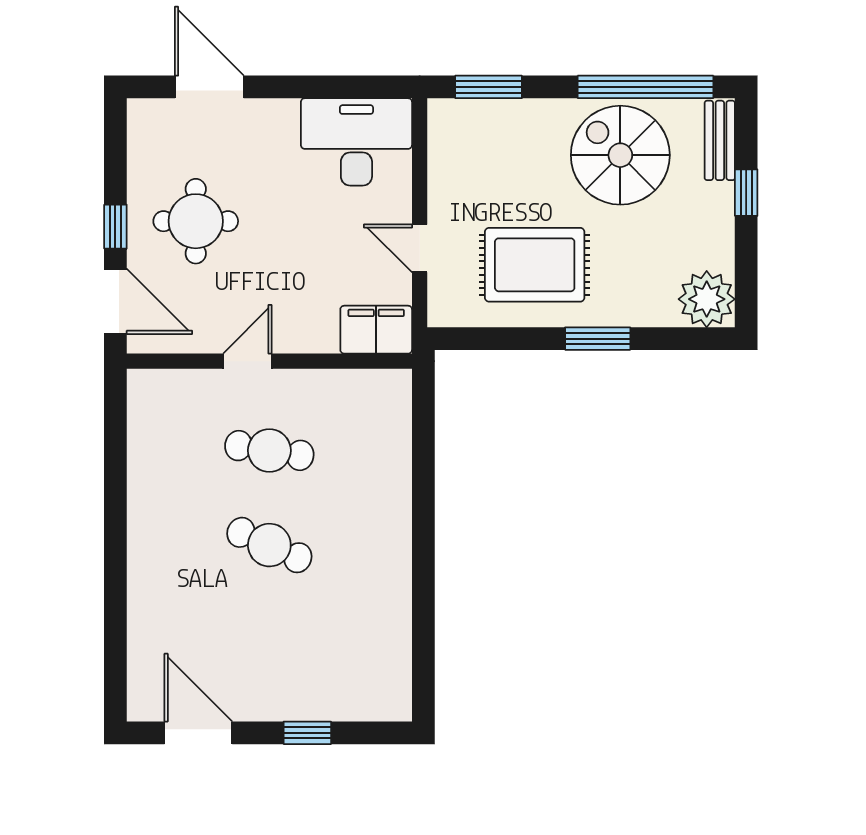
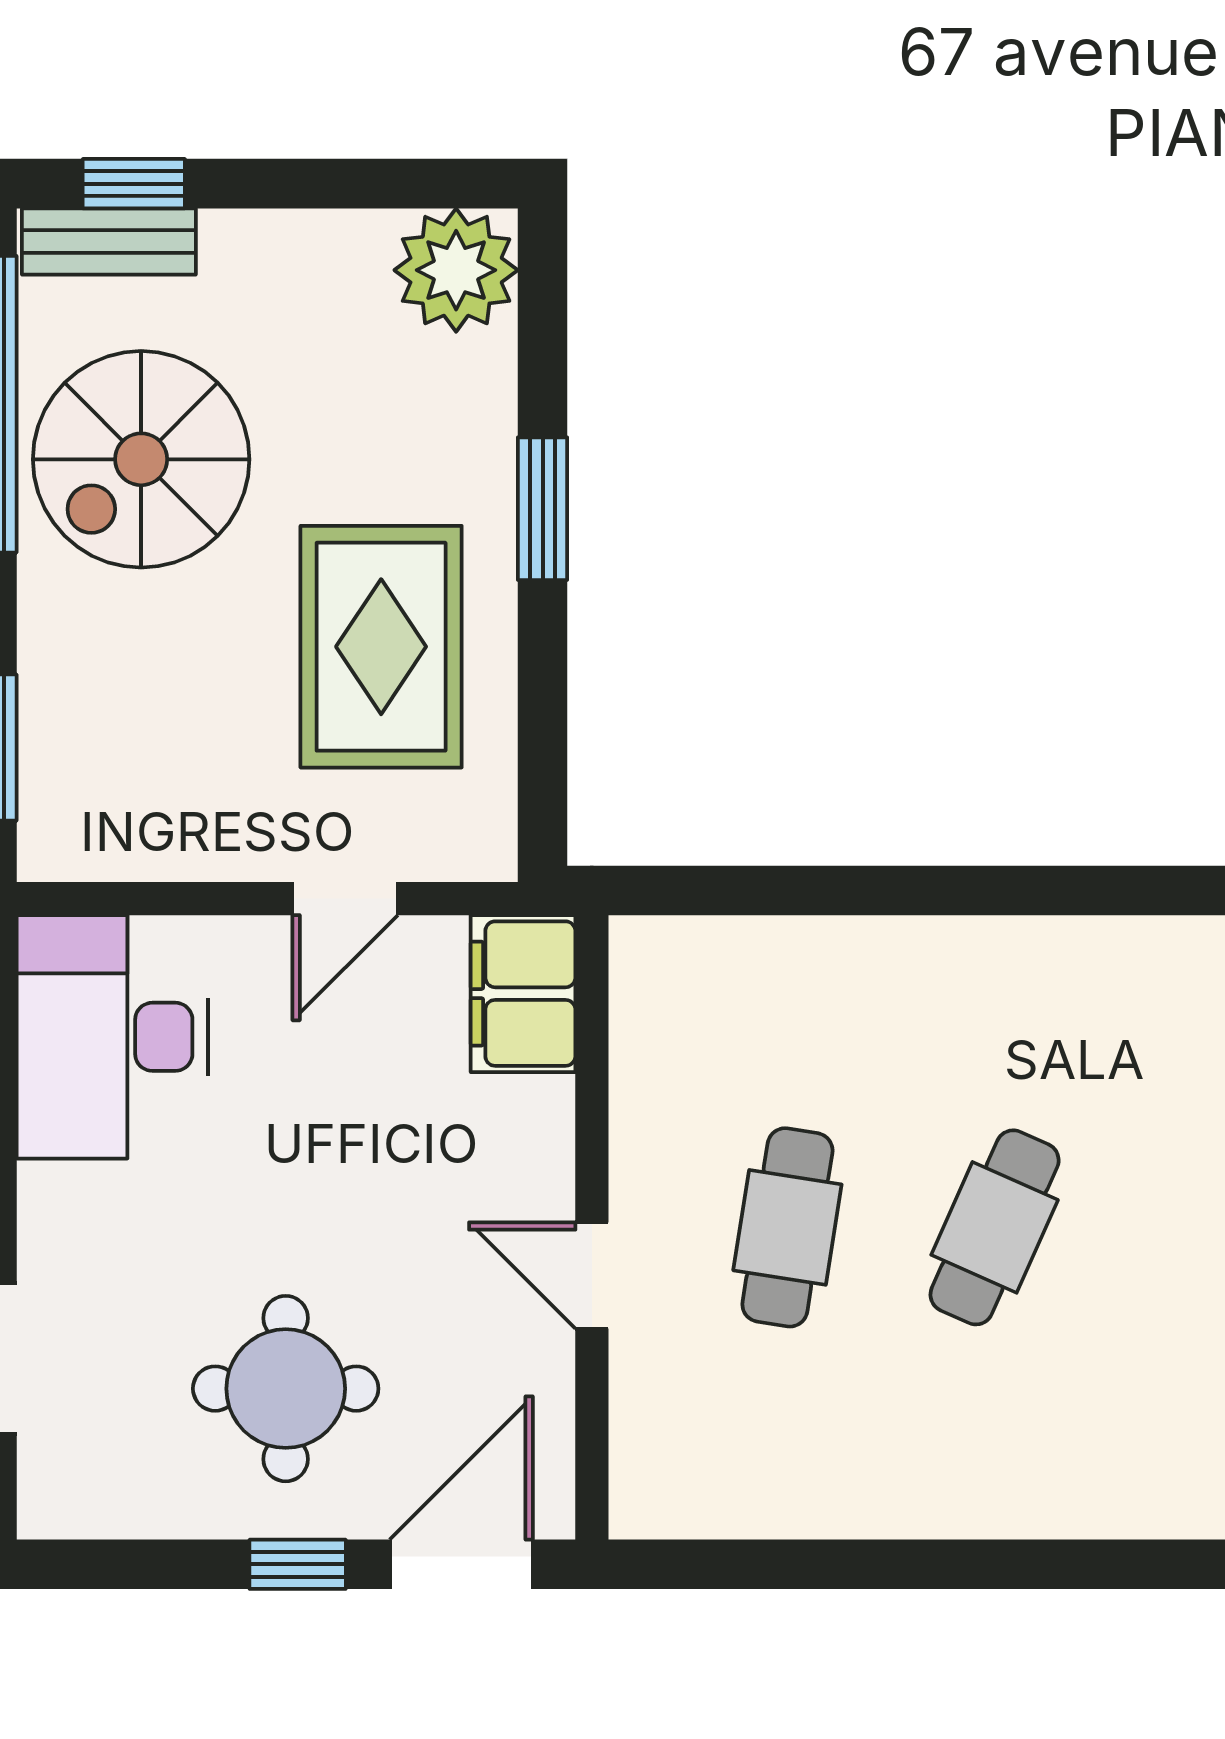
window: (746, 193) -> (134, 184), moved

